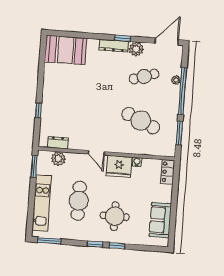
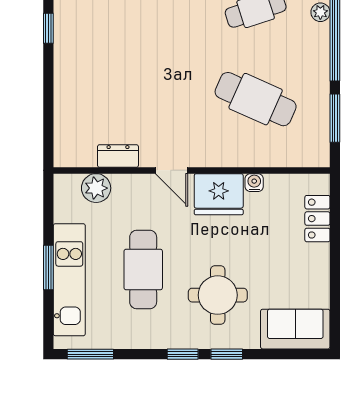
window: (38, 110) -> (48, 28), moved
dresser: (58, 143) -> (118, 156), moved
window: (34, 167) -> (48, 267), moved
locker: (168, 172) -> (317, 219), moved
sofa: (160, 220) -> (295, 329), moved, turned 90

